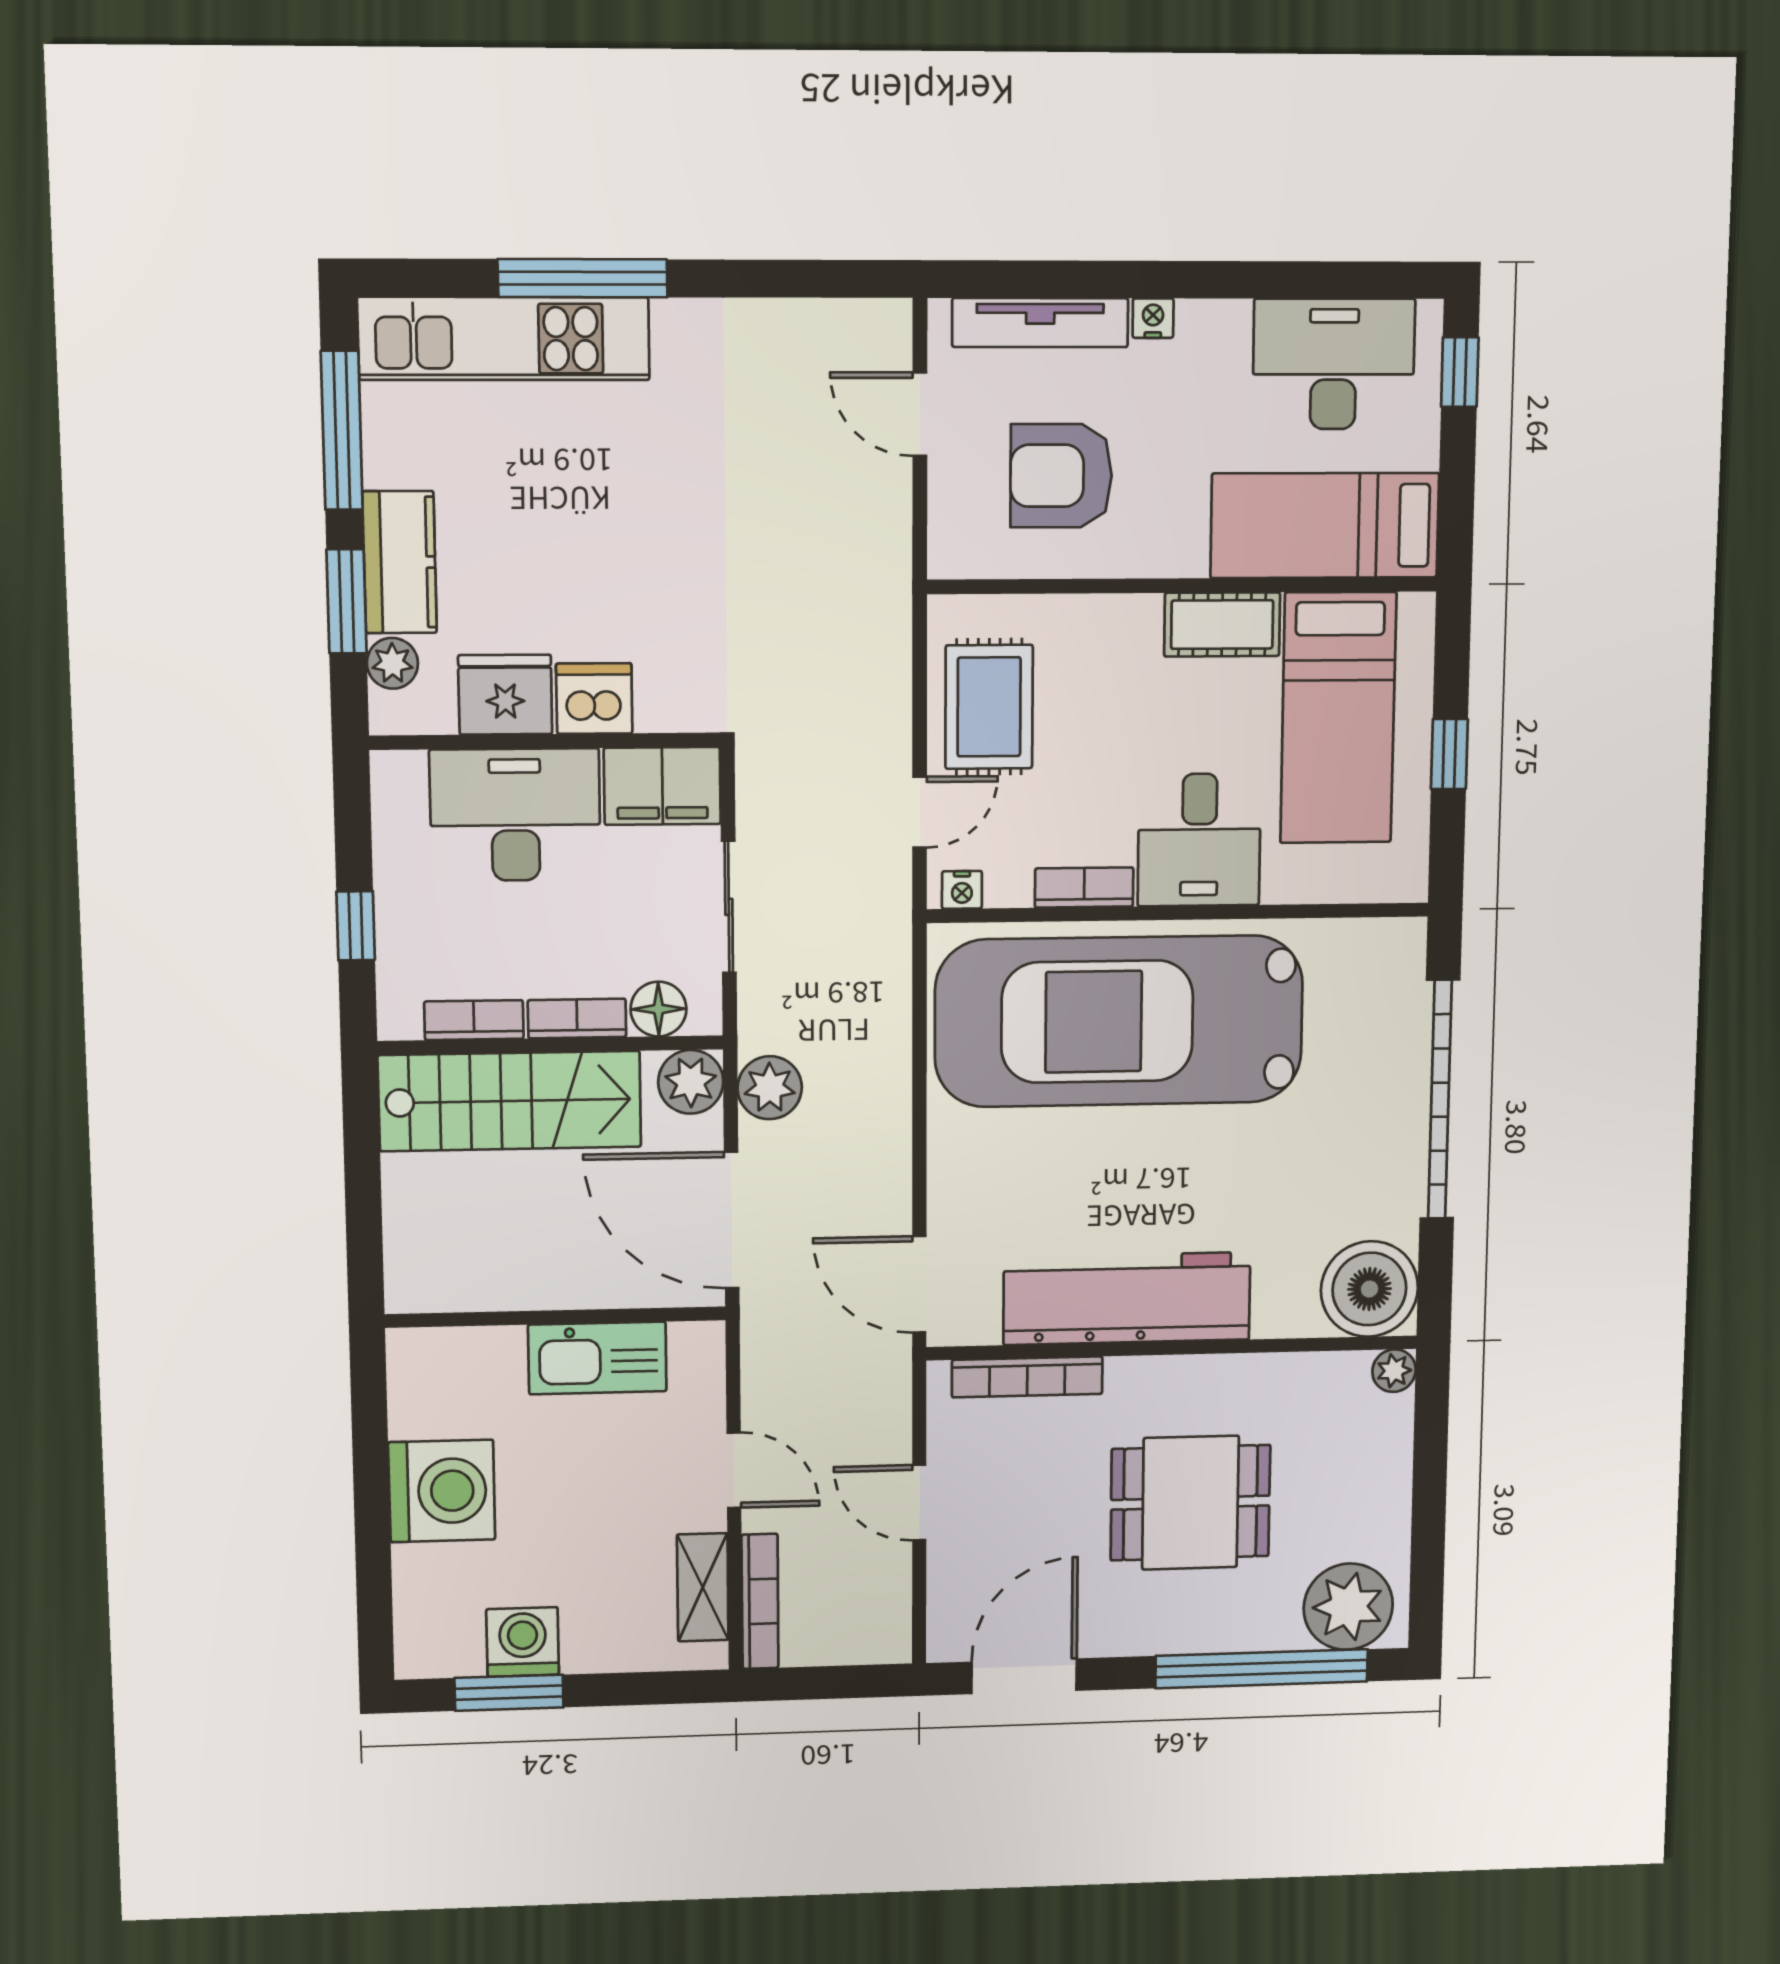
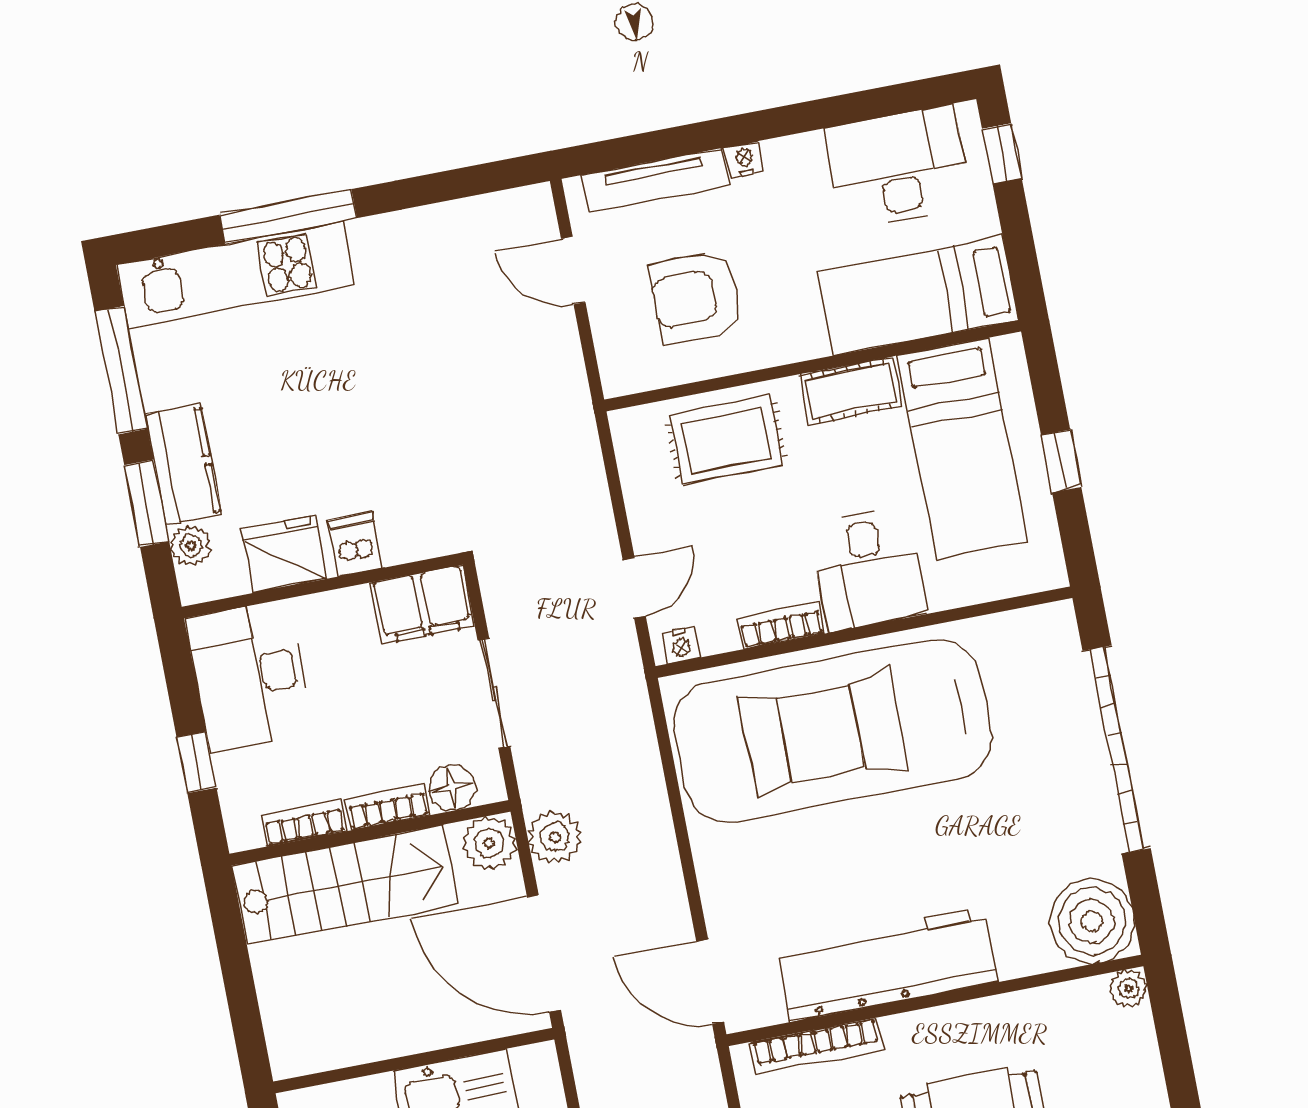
dishwasher: (594, 699) -> (355, 544), width x0.73
rug: (989, 707) -> (726, 440), moved, turned 90
desk: (515, 815) -> (250, 676), moved, turned -90

